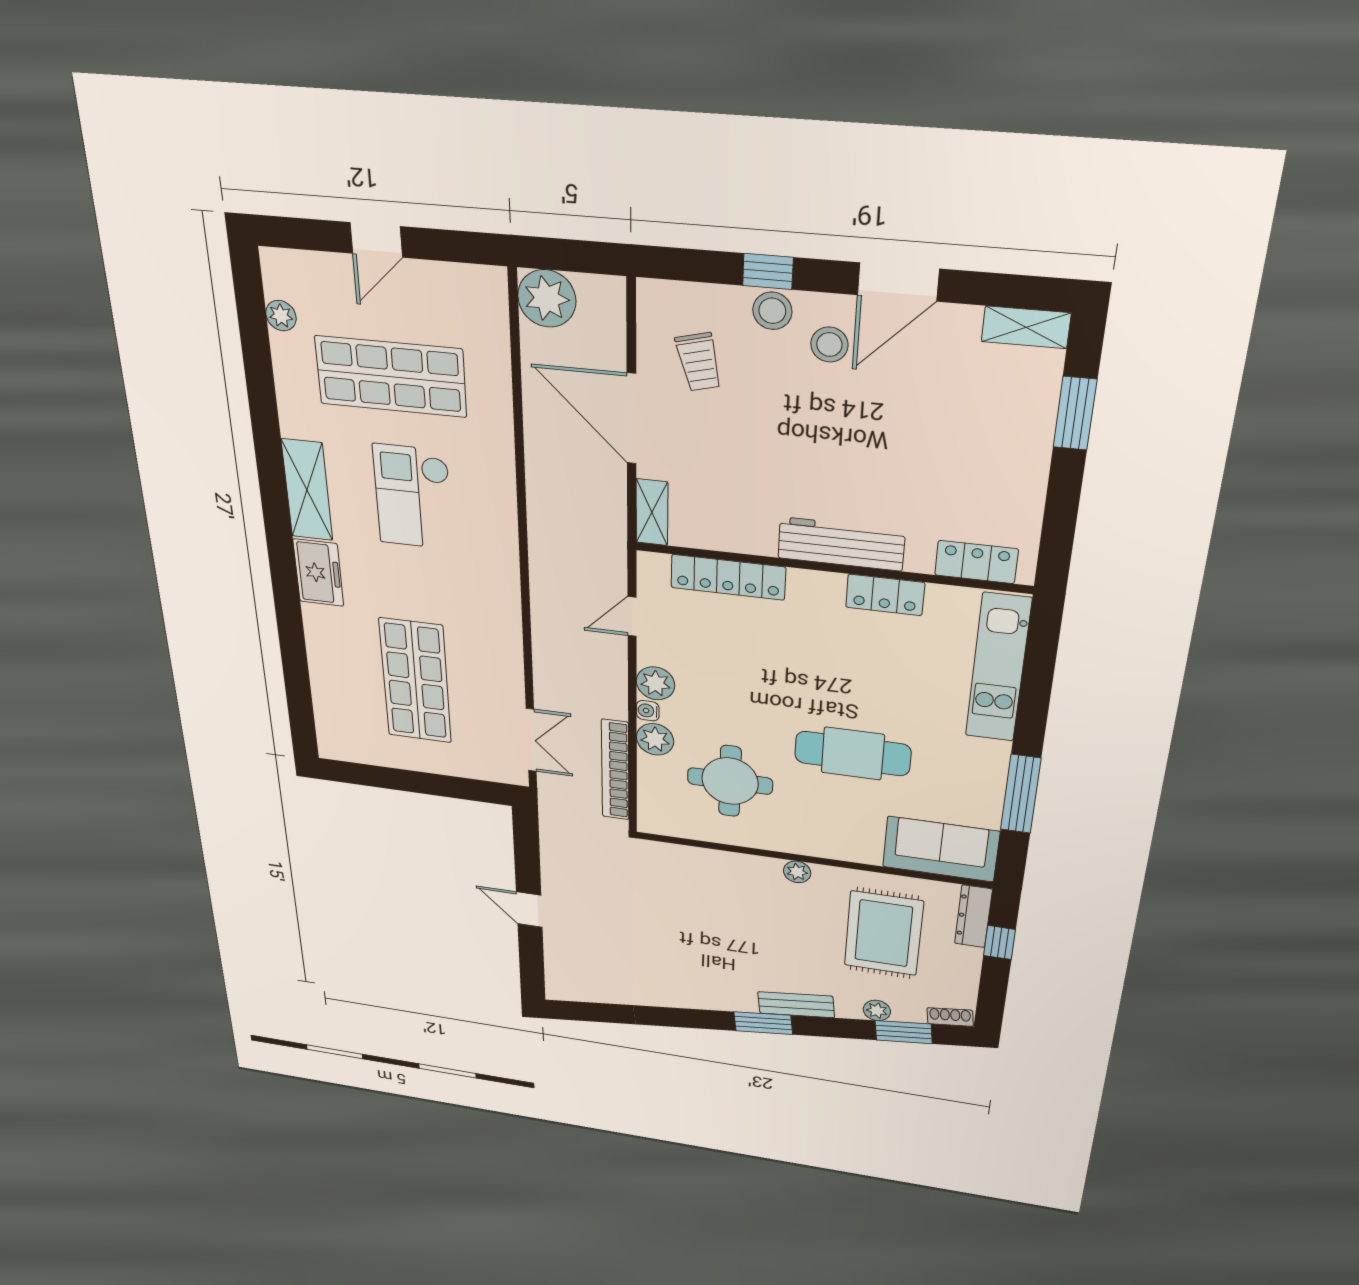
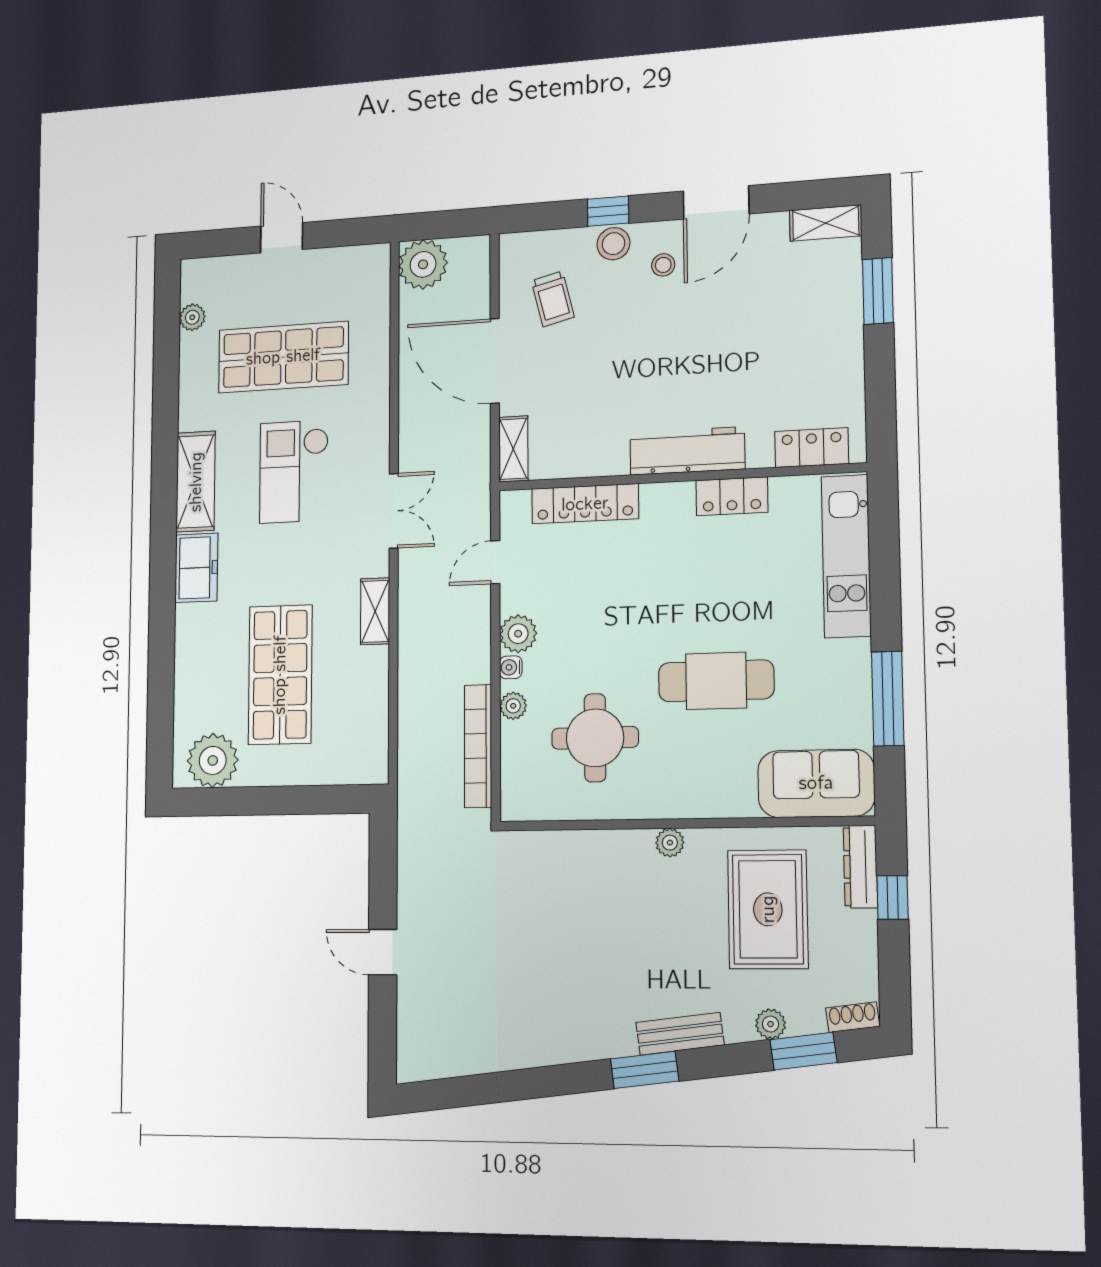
door: (376, 240) -> (282, 238), swing flipped
stool: (829, 345) -> (663, 265), width x0.73, depth x0.73
shelving: (508, 641) -> (375, 611), added
plant: (655, 739) -> (513, 706), width x0.73, depth x0.73
double door: (531, 740) -> (394, 511), moved
plant: (356, 742) -> (213, 760), added

